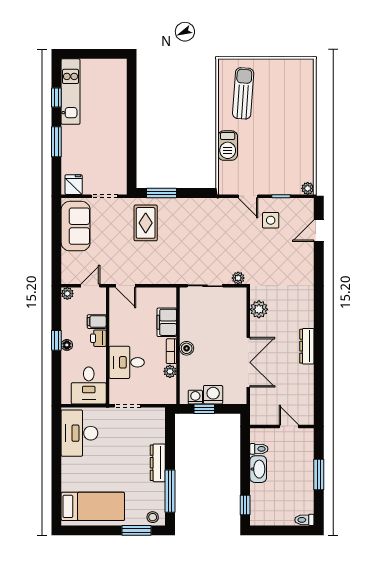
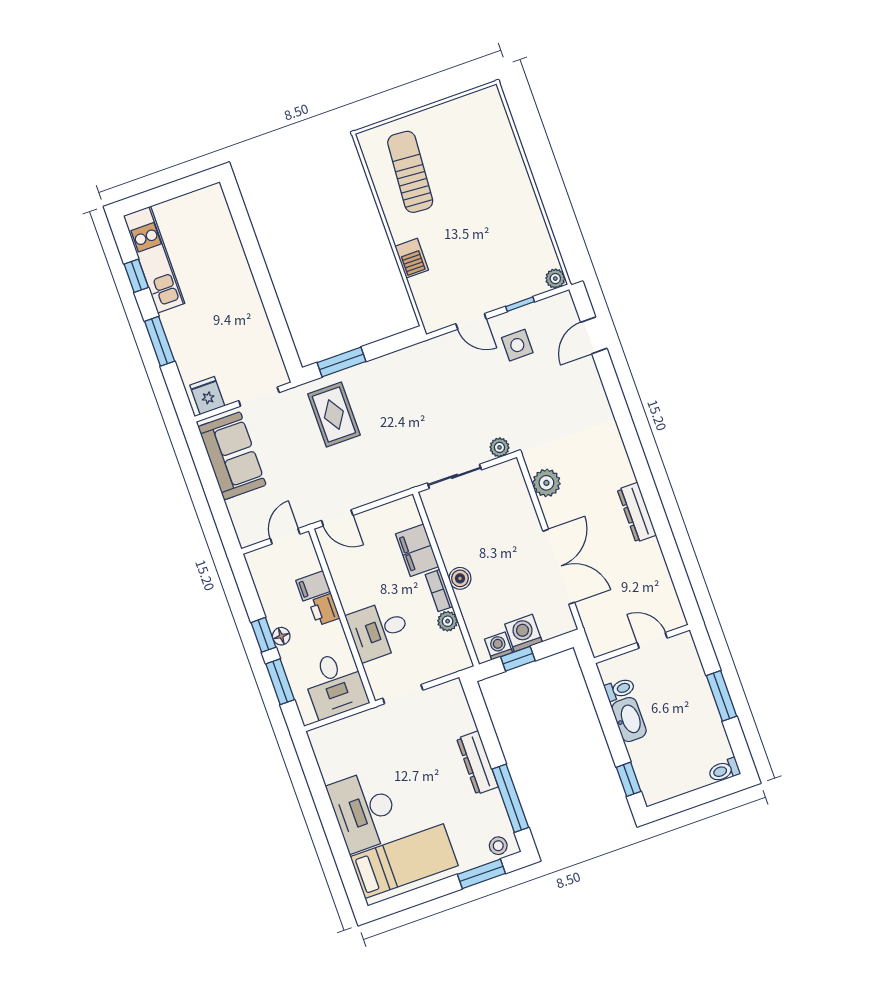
barbecue: (228, 146) -> (412, 258), width x0.73, depth x0.79
plant: (67, 293) -> (255, 560), removed
window: (56, 372) -> (280, 682), added
desk: (79, 433) -> (364, 811), moved

